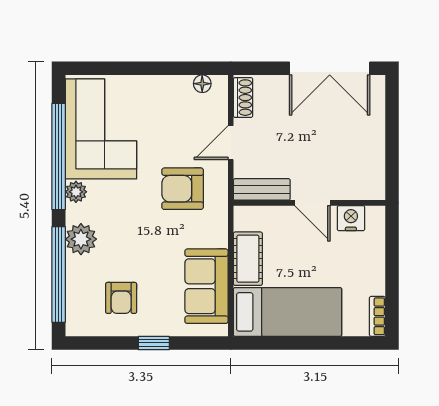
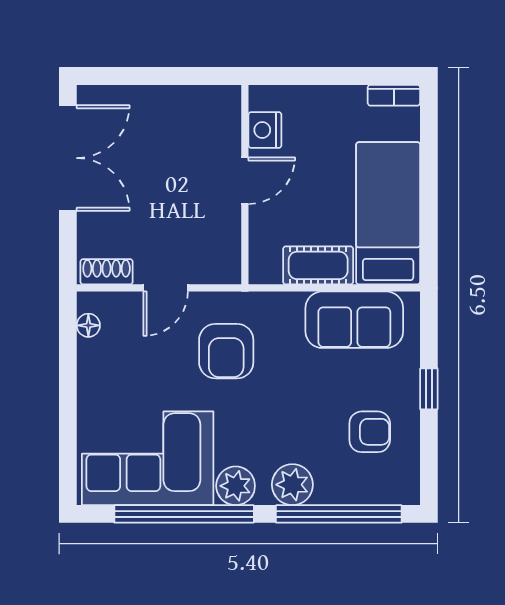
door: (231, 143) -> (166, 288), hinge flipped
bench: (262, 189) -> (227, 247), removed
plant: (76, 192) -> (236, 486), width x1.38, depth x1.38

